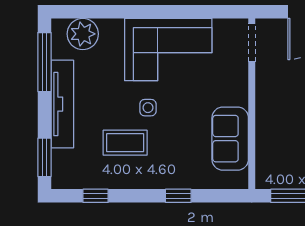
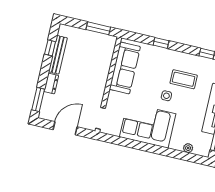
plant: (83, 34) -> (188, 148), width x0.53, depth x0.53
sofa: (230, 139) -> (125, 68), width x1.36

